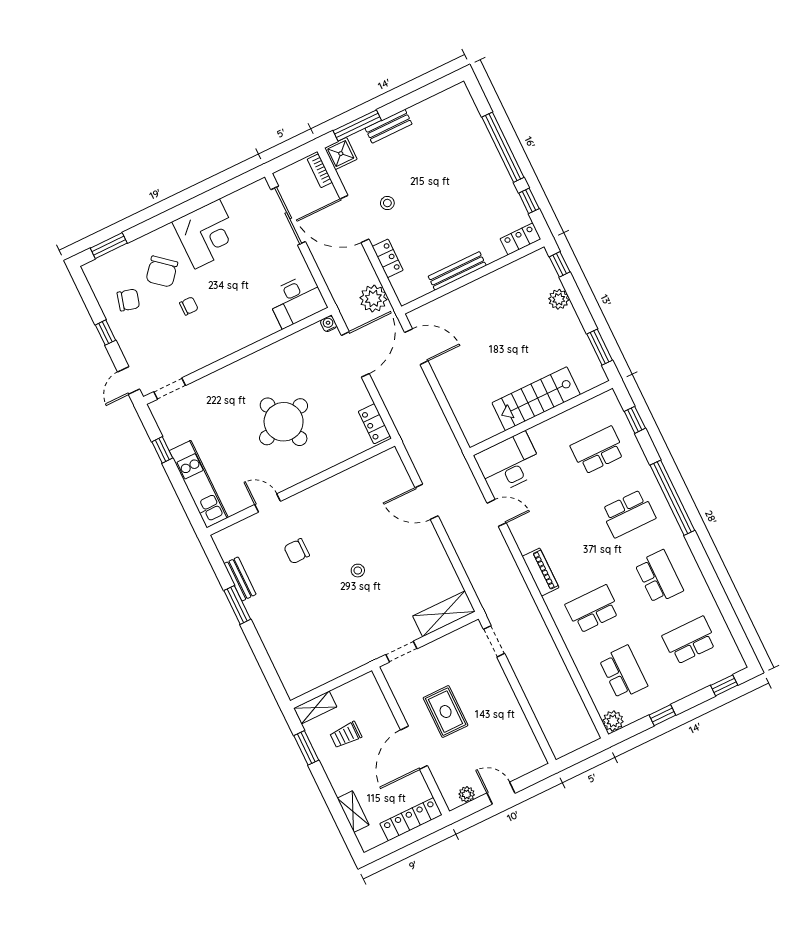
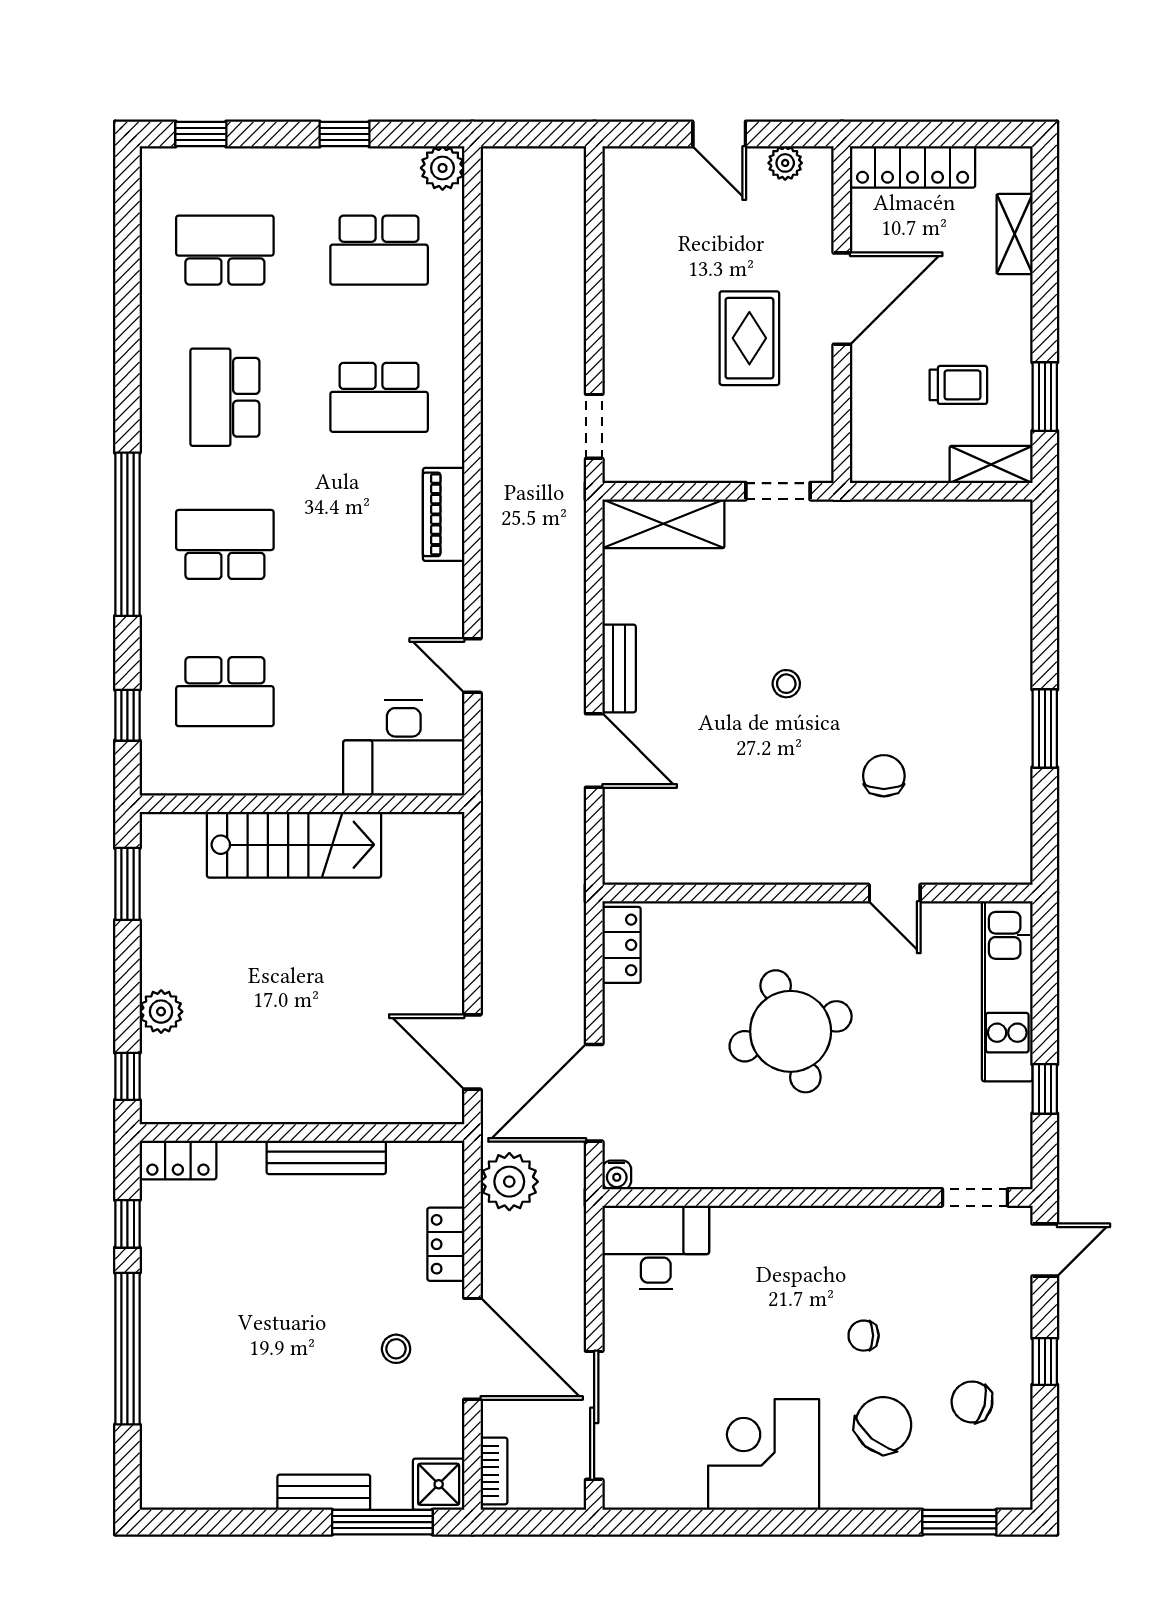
chair: (297, 551) -> (884, 776), turned -90
bench: (240, 579) -> (619, 668), moved
school desk: (690, 640) -> (225, 250), turned 180
school desk: (623, 672) -> (379, 250), turned -90

